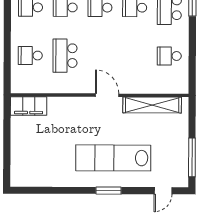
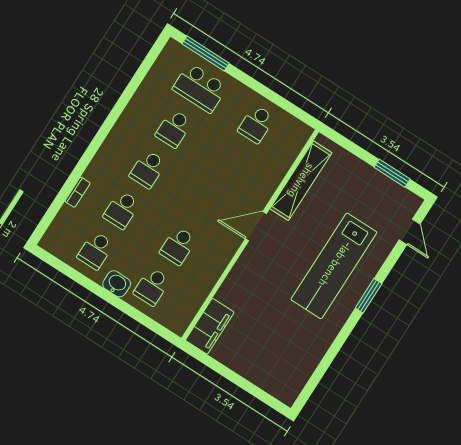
washbasin: (18, 33) -> (117, 284), added
school desk: (65, 56) -> (178, 246), width x0.54
window: (192, 157) -> (392, 173), width x0.69

